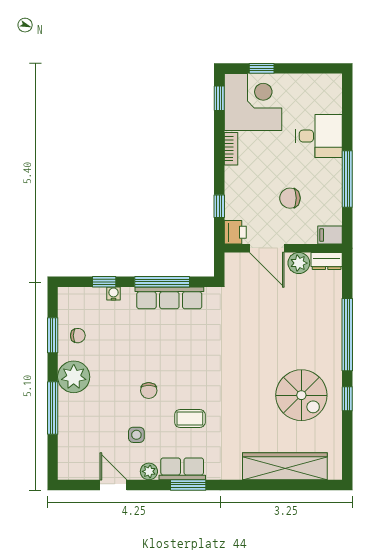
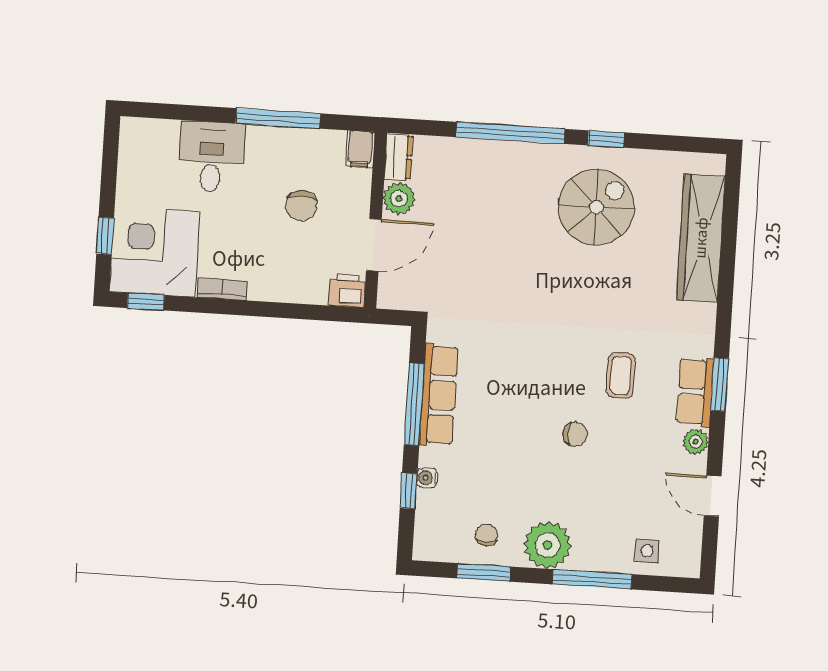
window: (219, 206) -> (307, 312), removed
side table: (136, 435) -> (647, 551), moved
door: (113, 485) -> (713, 496), hinge flipped

